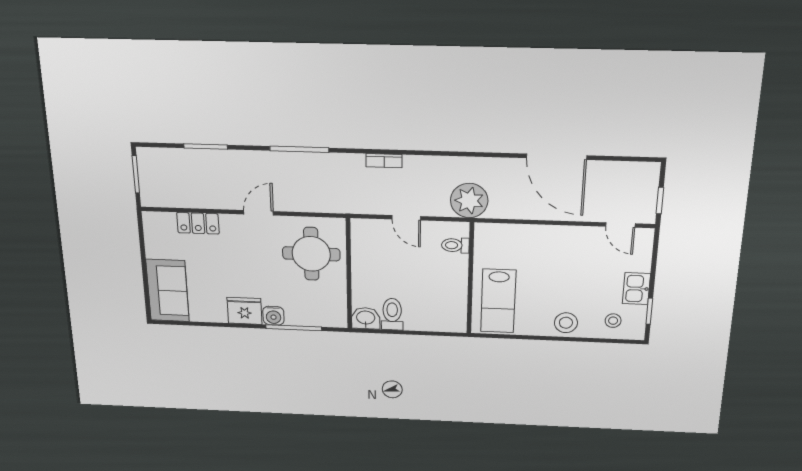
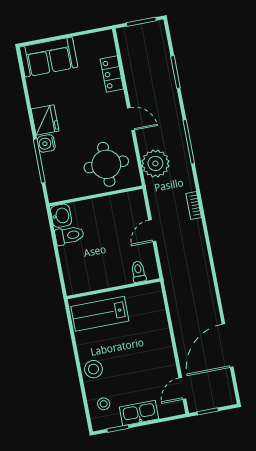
door: (557, 157) -> (228, 346), moved
plant: (469, 201) -> (155, 163), moved
kitchen sink: (636, 289) -> (139, 413), width x1.38

